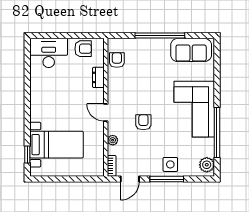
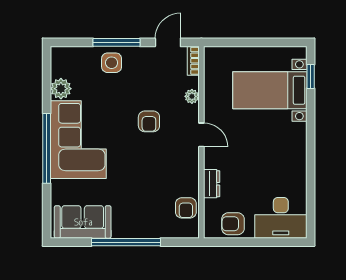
window: (217, 133) -> (47, 148), moved
plant: (207, 165) -> (61, 89), moved

